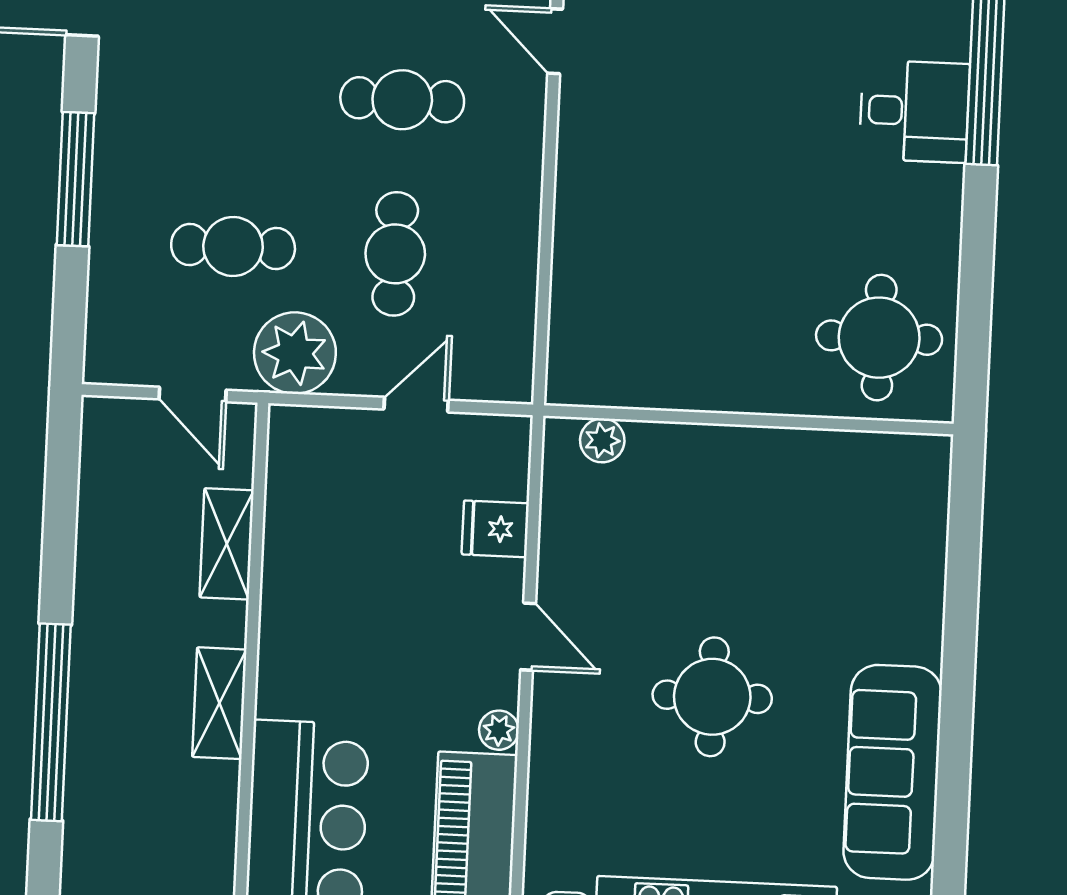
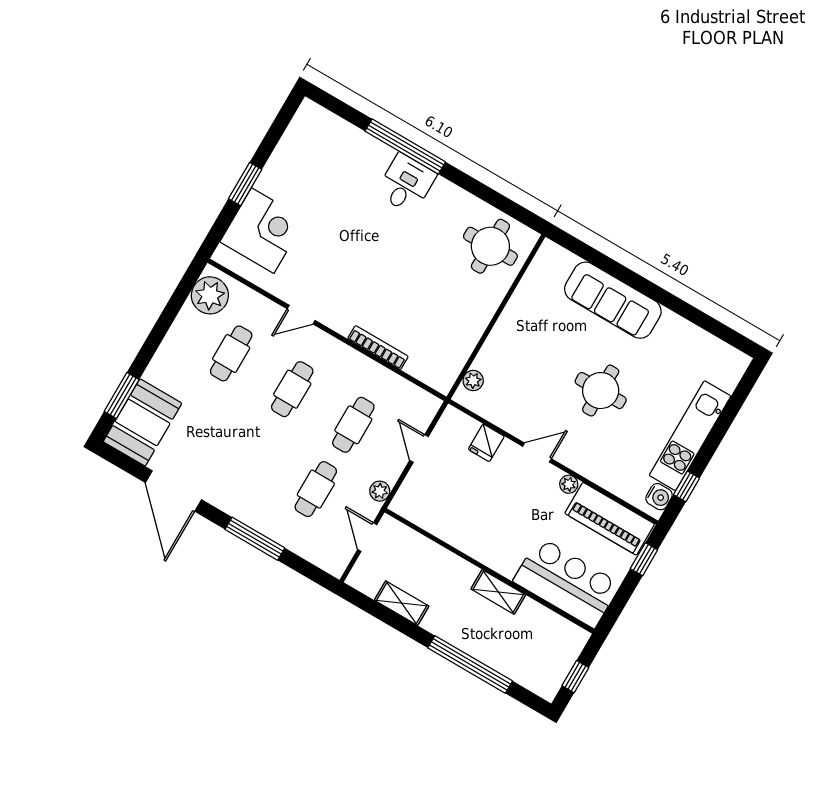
bookcase: (569, 223) -> (378, 348), added
cafe table: (395, 254) -> (353, 425), turned 90
plant: (295, 353) -> (380, 491), width x0.53, depth x0.53
door: (193, 395) -> (367, 537), swing flipped
shelving: (227, 544) -> (402, 603), moved
sofa: (893, 772) -> (613, 300), moved

